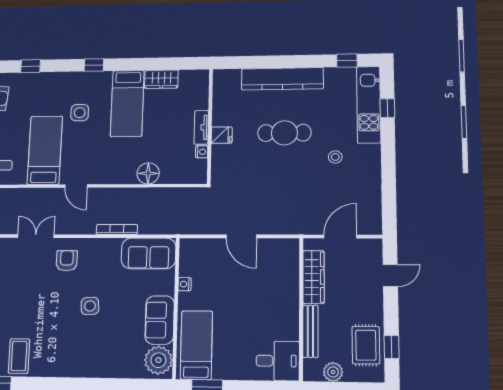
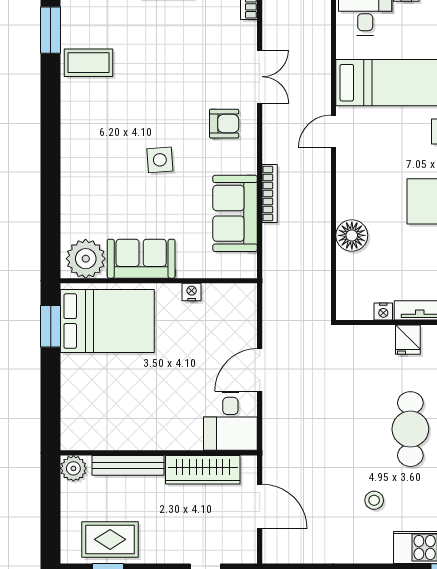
sofa: (149, 253) -> (235, 213), moved
bed: (196, 345) -> (107, 321), width x1.50
desk: (278, 361) -> (230, 422), moved
plant: (333, 372) -> (73, 468), moved

